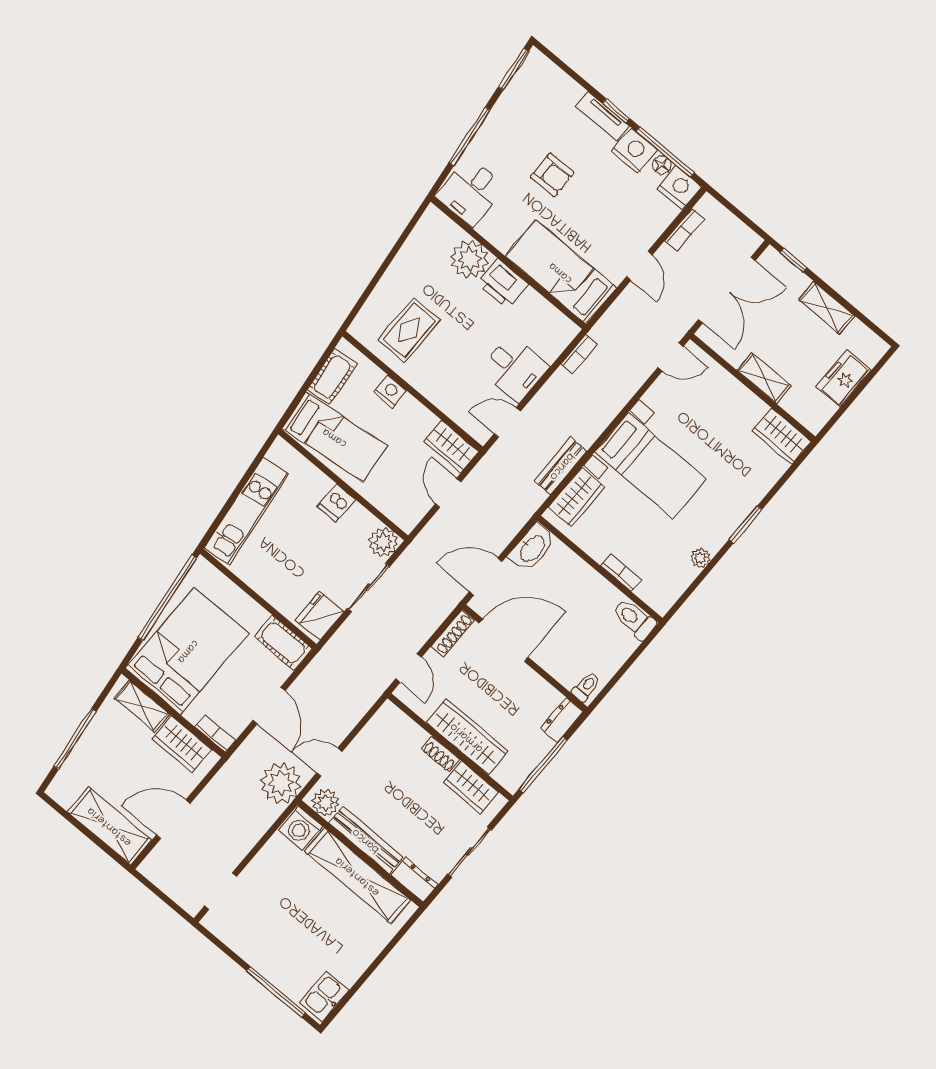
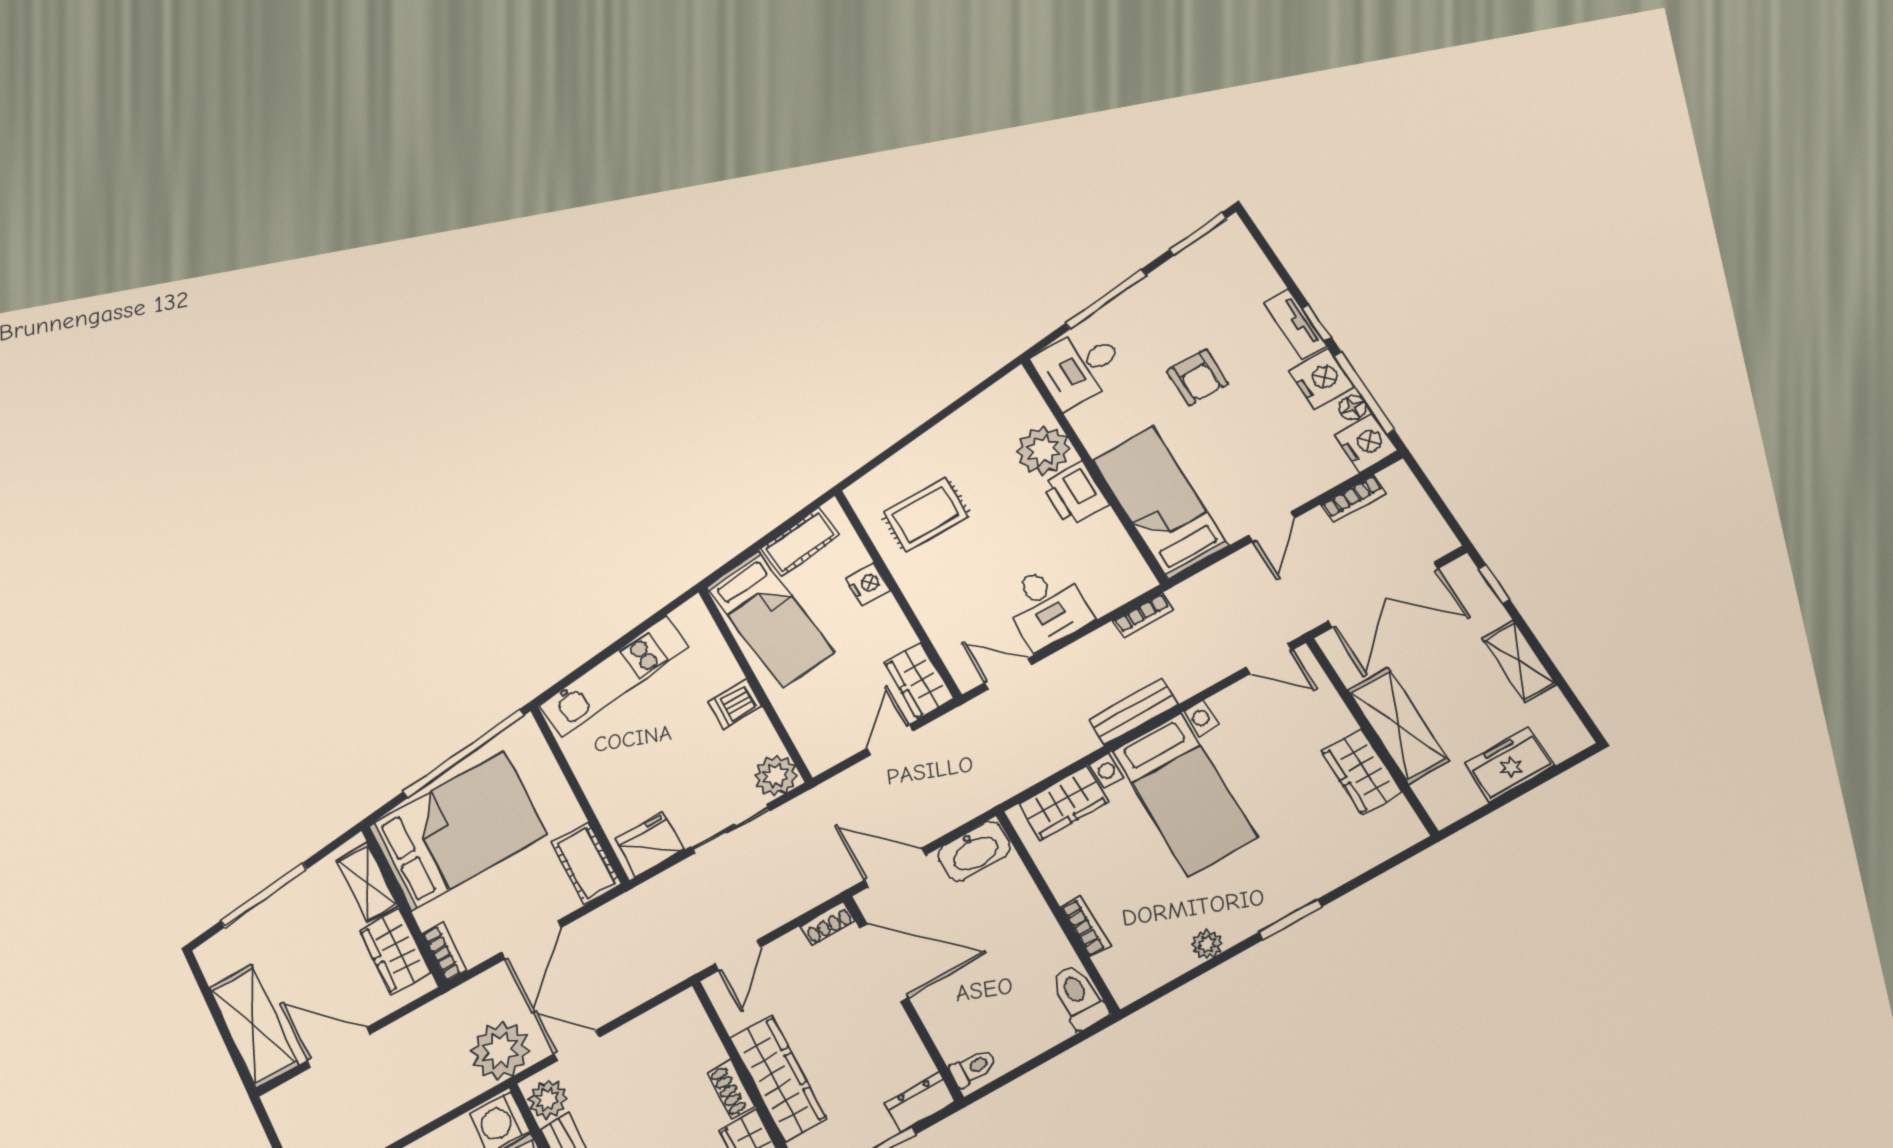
shelving: (764, 378) -> (1398, 725), width x1.50, depth x1.33
wardrobe: (782, 436) -> (1362, 772), moved
bench: (561, 466) -> (1133, 712), moved
shoe rack: (453, 633) -> (828, 923), width x0.70

